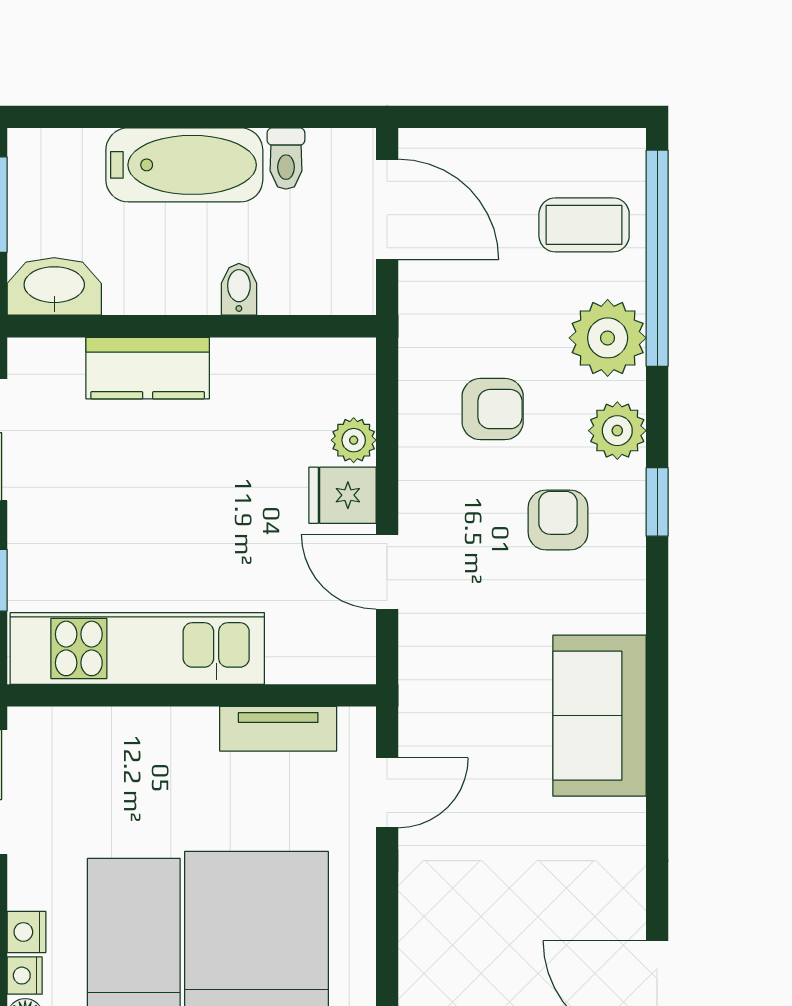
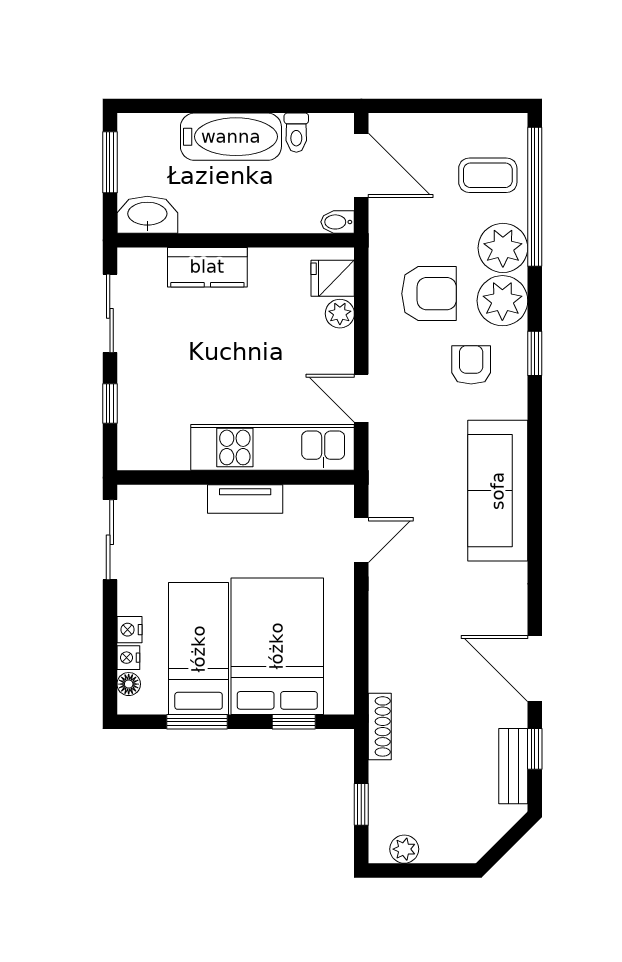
bidet: (239, 289) -> (338, 222), moved, turned -90
armchair: (493, 409) -> (429, 294), width x1.38, depth x1.38
plant: (617, 431) -> (502, 301), width x1.36, depth x1.36
fridge: (343, 495) -> (333, 278), moved
kitchen unit: (137, 648) -> (273, 447), moved
sofa: (599, 716) -> (498, 491), width x1.36
tv unit: (278, 729) -> (245, 499), moved

